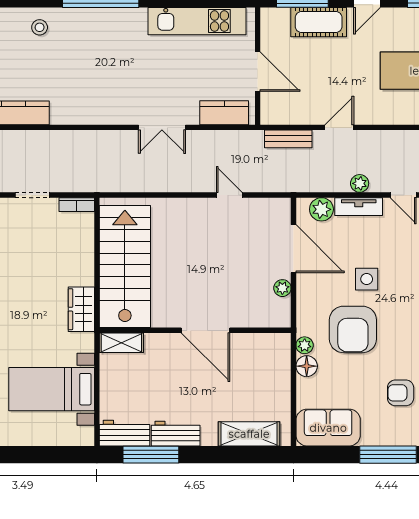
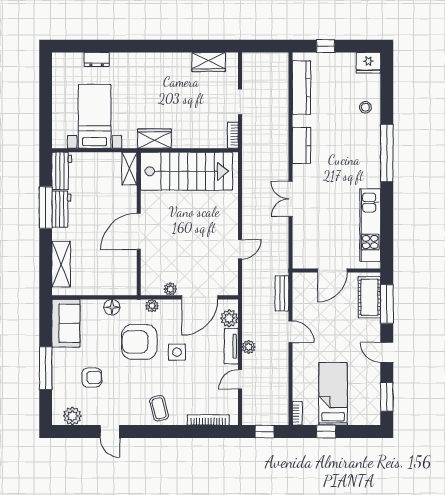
cot: (319, 22) -> (369, 297), moved
kitchen counter: (224, 113) -> (302, 145), moved
plant: (305, 345) -> (152, 306), moved
armchair: (401, 393) -> (92, 378), turned 89
window: (151, 455) -> (46, 207), moved

